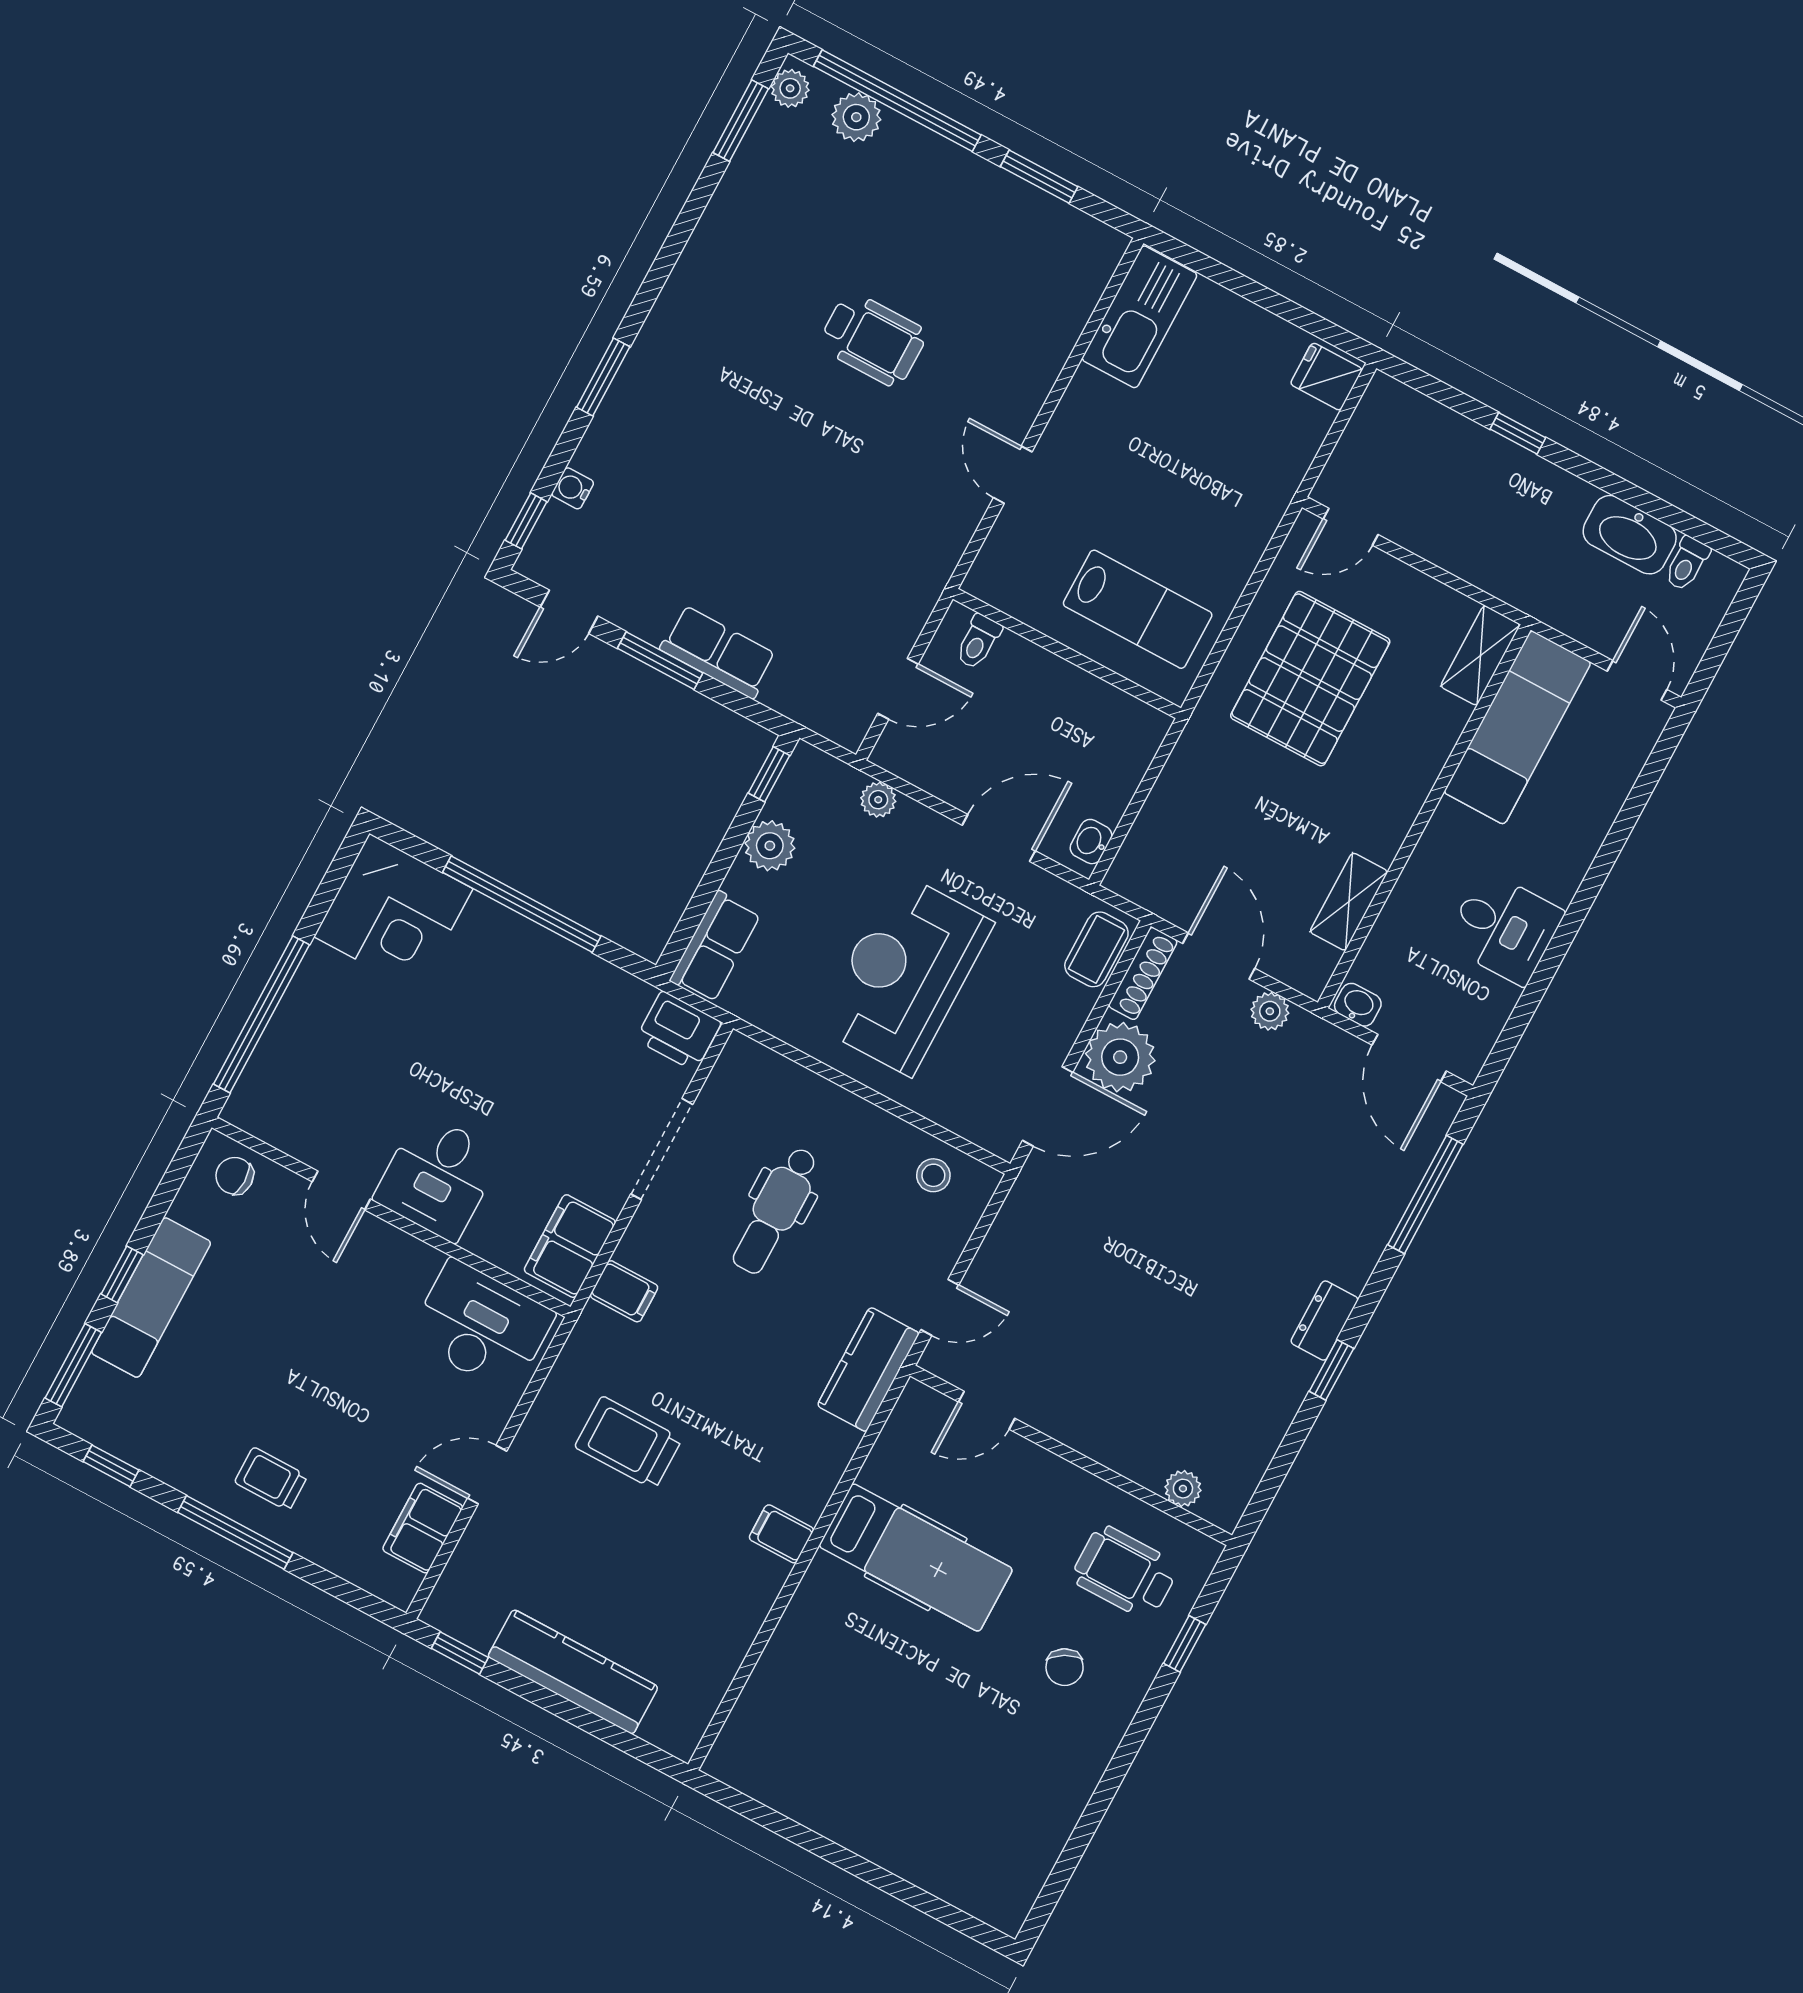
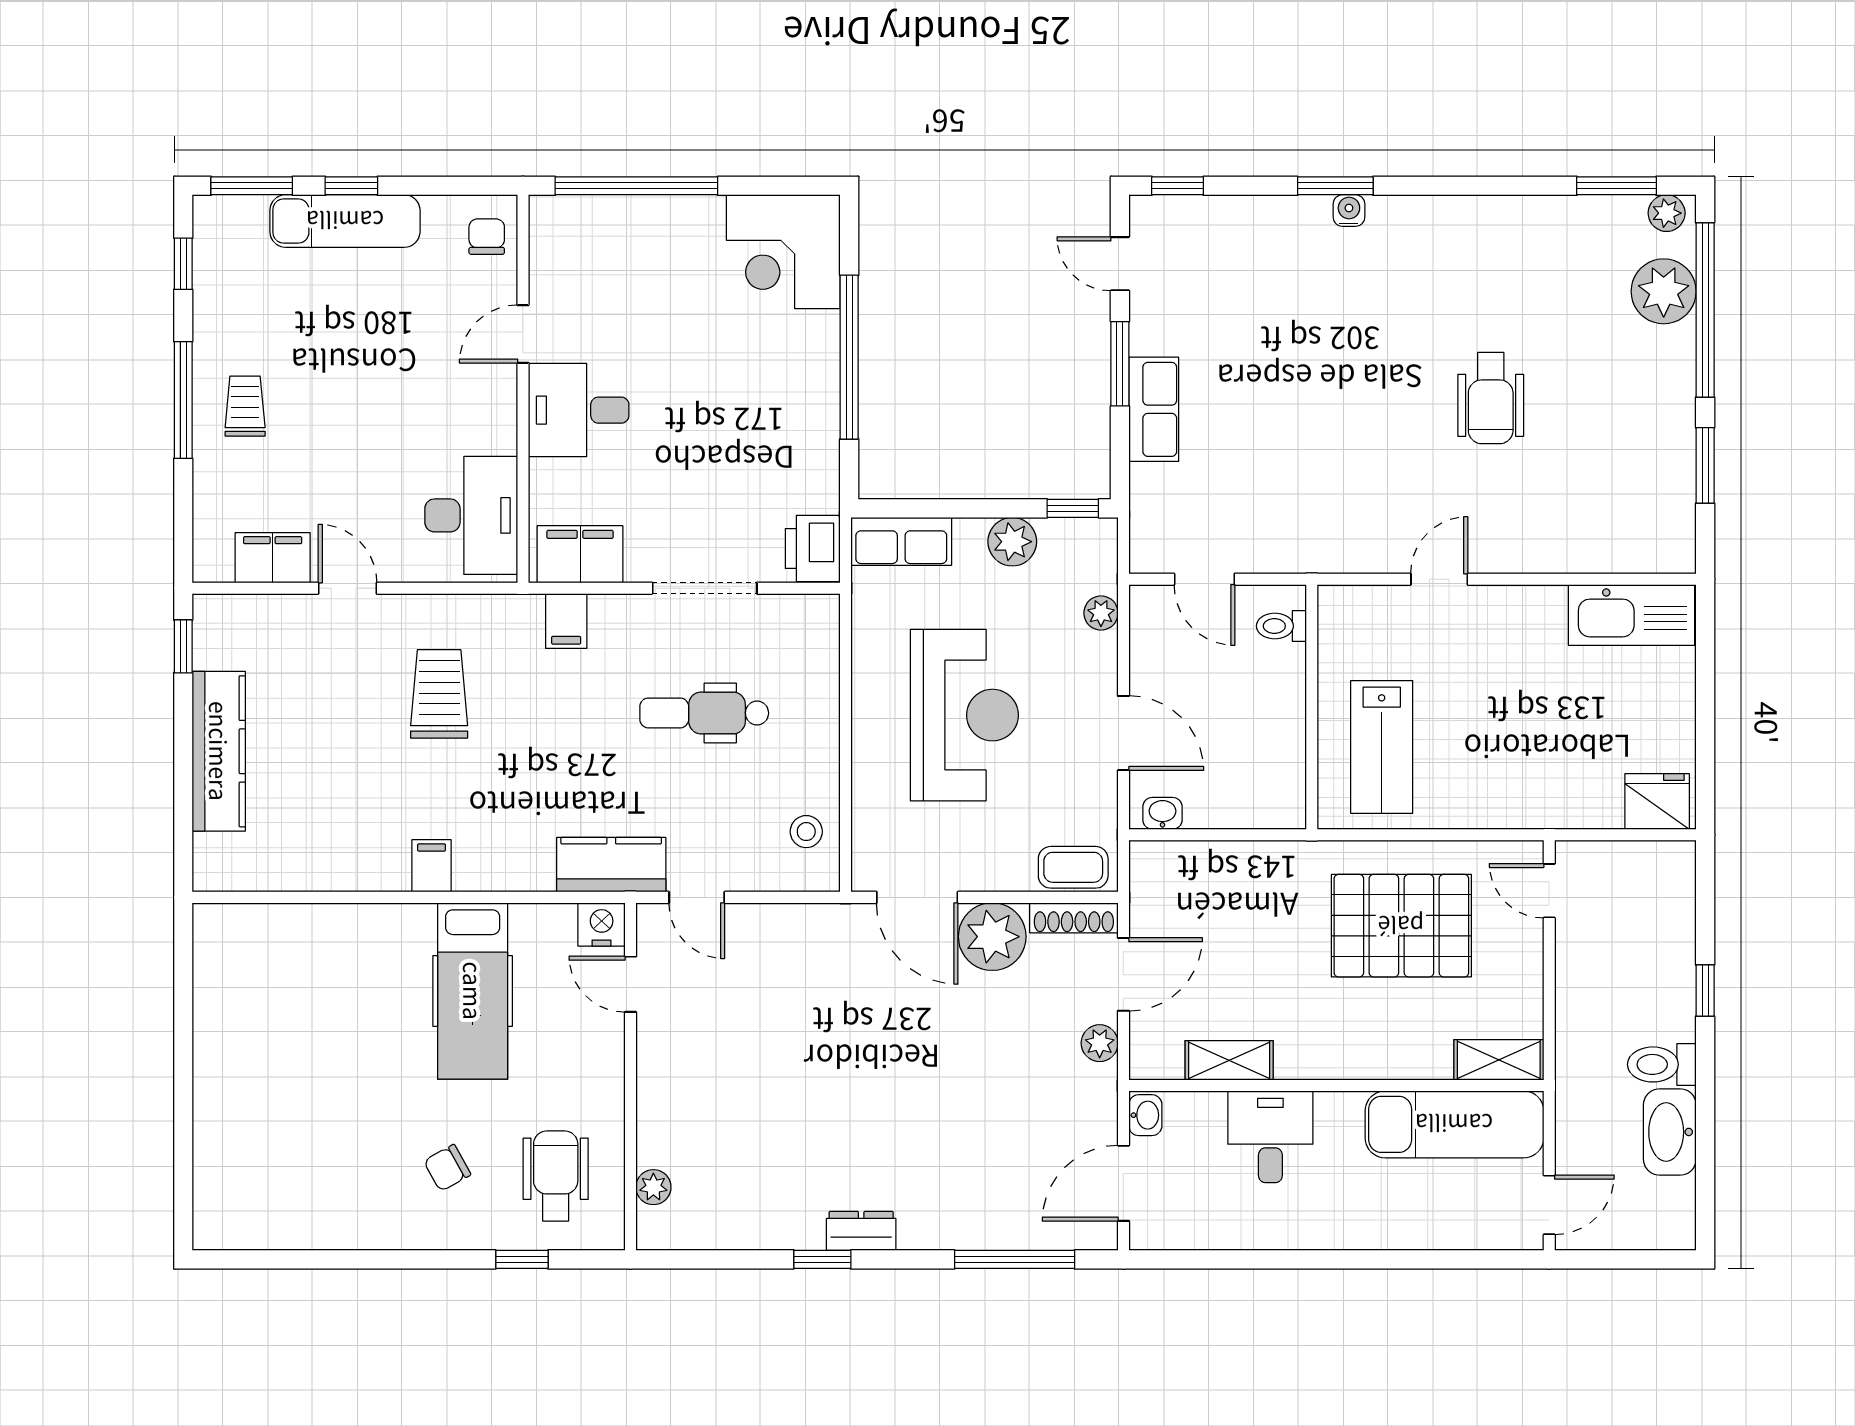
plant: (856, 117) -> (1664, 291), width x1.36, depth x1.36
fridge: (1326, 377) -> (1657, 801), width x1.38
water cooler: (573, 488) -> (1349, 211), moved
toilet: (1687, 564) -> (1662, 1064), moved, width x1.37, depth x1.39
desk: (1504, 928) -> (1270, 1137), moved, turned 180
reception desk: (905, 974) -> (964, 715), turned 90
nightstand: (918, 1407) -> (602, 924), added

